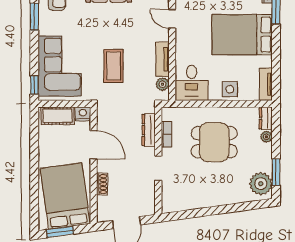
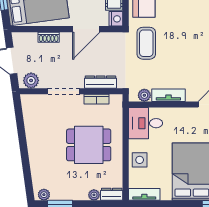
coffee table: (113, 66) -> (146, 43), moved, turned 90
dining table: (214, 142) -> (89, 145), turned 90
doorway: (158, 168) -> (64, 91), width x1.38
plant: (261, 184) -> (44, 195), width x0.53, depth x0.53
plant: (147, 202) -> (31, 80), added

